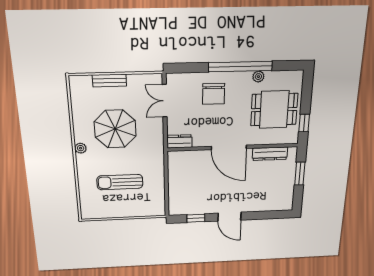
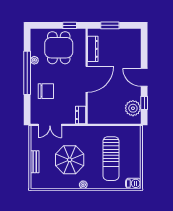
sun lounger: (120, 182) -> (111, 159), width x1.36, depth x1.34
plant: (189, 206) -> (133, 108), added
barbecue: (88, 210) -> (133, 183), added
door: (229, 217) -> (144, 77), swing flipped

